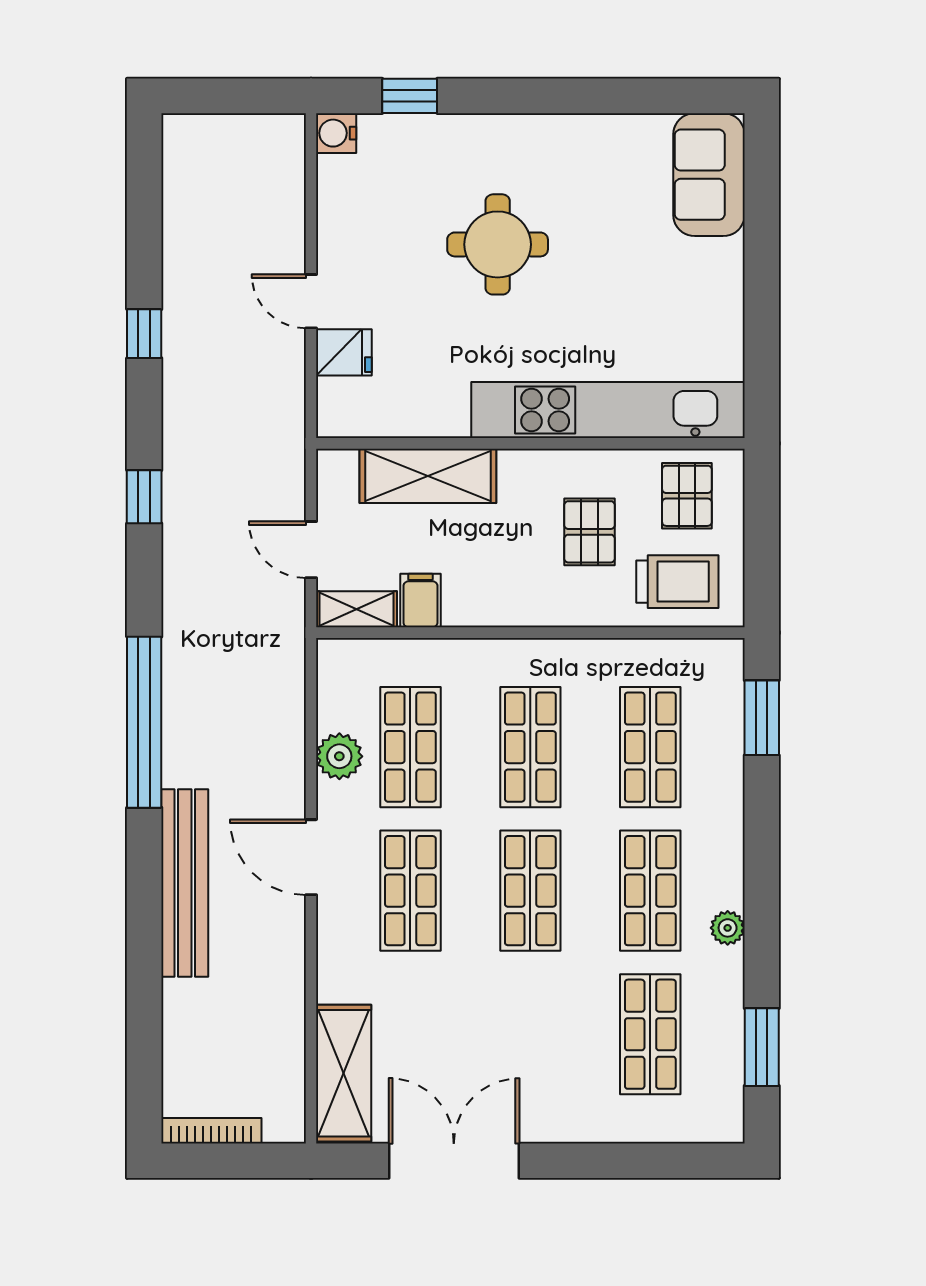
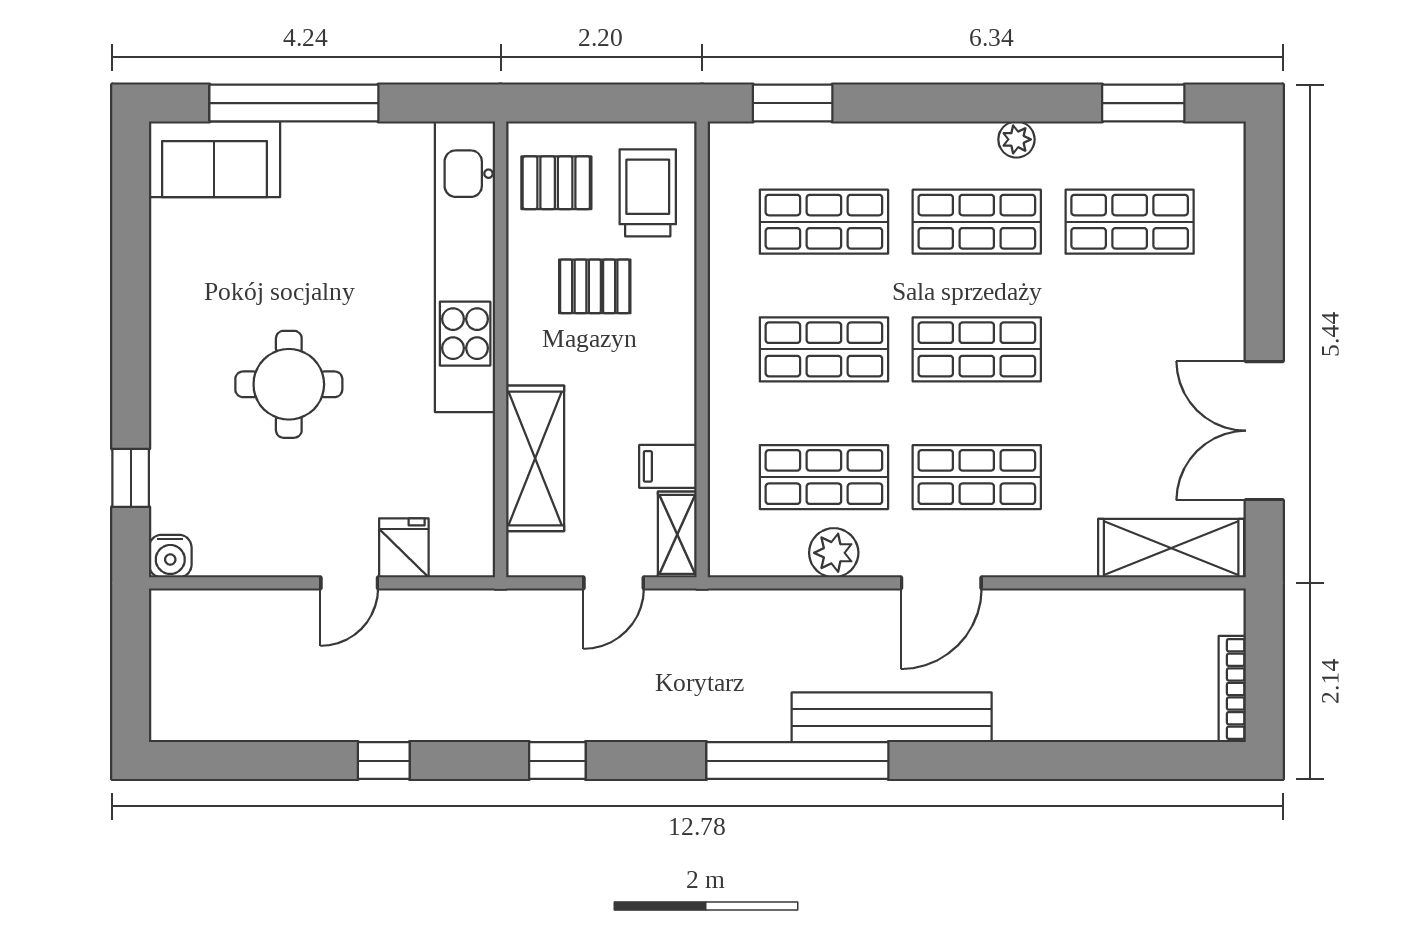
window: (762, 249) -> (294, 103), added
bench: (185, 883) -> (892, 717), moved

